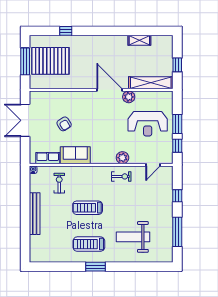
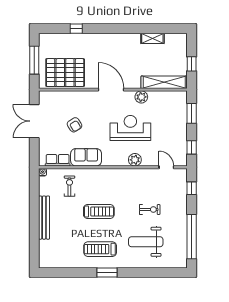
pallet: (50, 61) -> (65, 73), moved
door: (110, 90) -> (111, 90), moved
reception desk: (148, 124) -> (130, 128), moved, turned 180
window: (177, 124) -> (192, 113), moved
door: (153, 165) -> (166, 167), swing flipped
exercise bike: (121, 176) -> (150, 210), moved
window: (177, 196) -> (192, 188), moved
treadmill: (88, 208) -> (99, 211), turned 180
window: (177, 232) -> (192, 237), width x1.46

